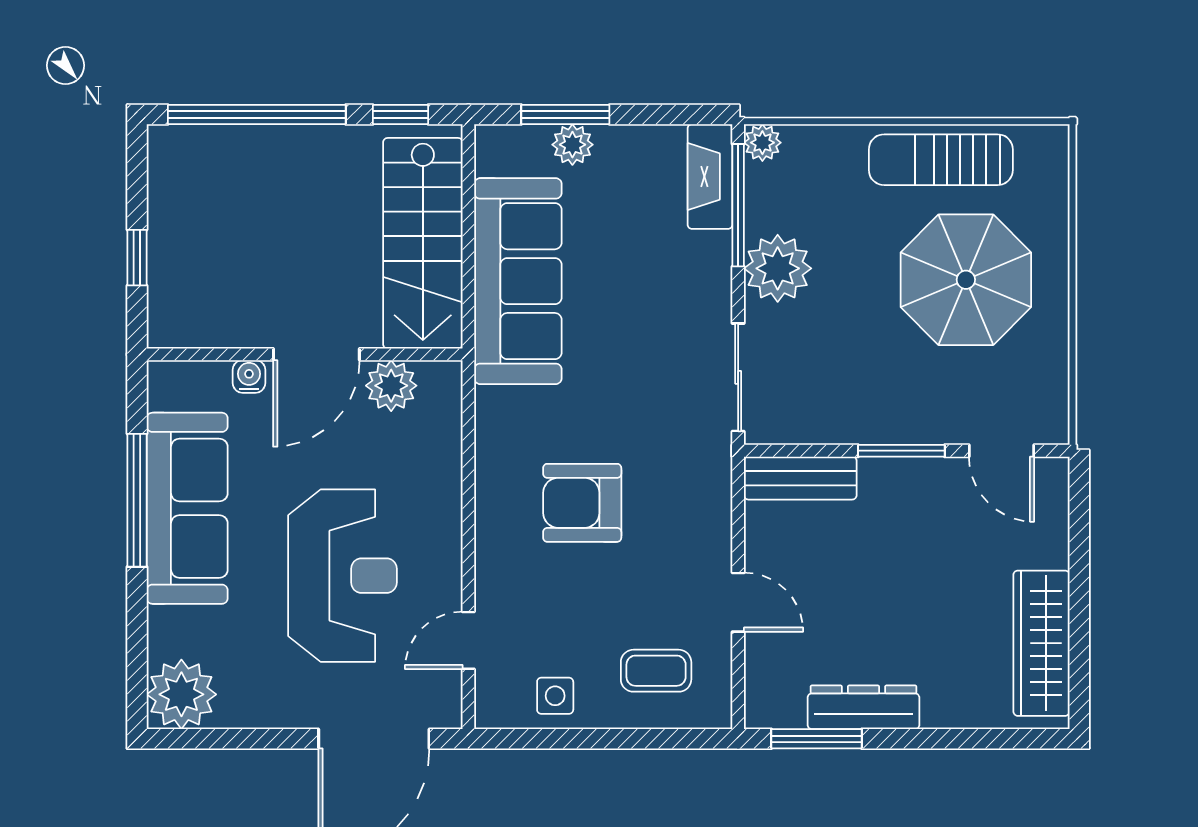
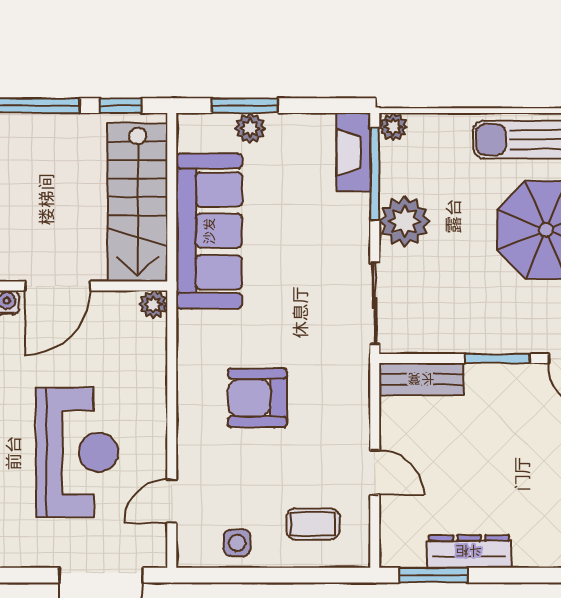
plant: (391, 386) -> (154, 304), moved, width x0.73, depth x0.73

